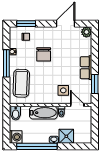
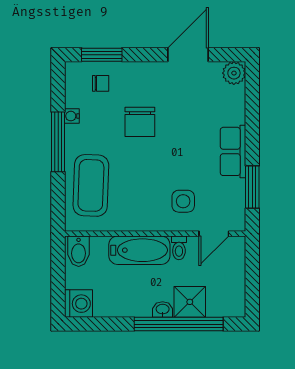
door: (77, 105) -> (214, 234), swing flipped
window: (37, 146) -> (179, 324), moved

